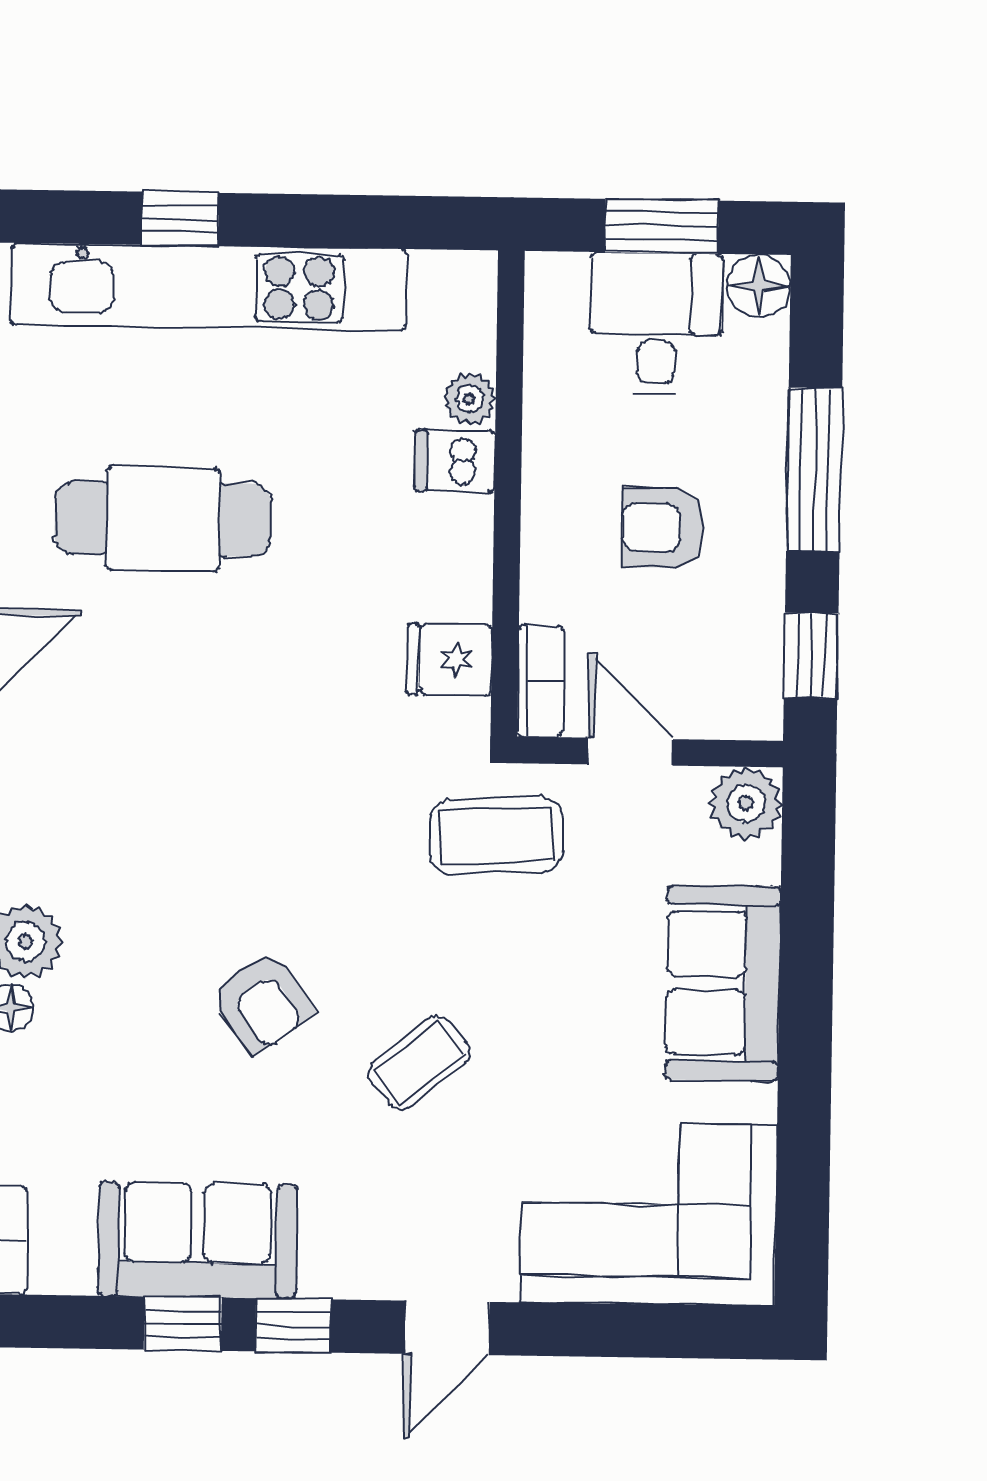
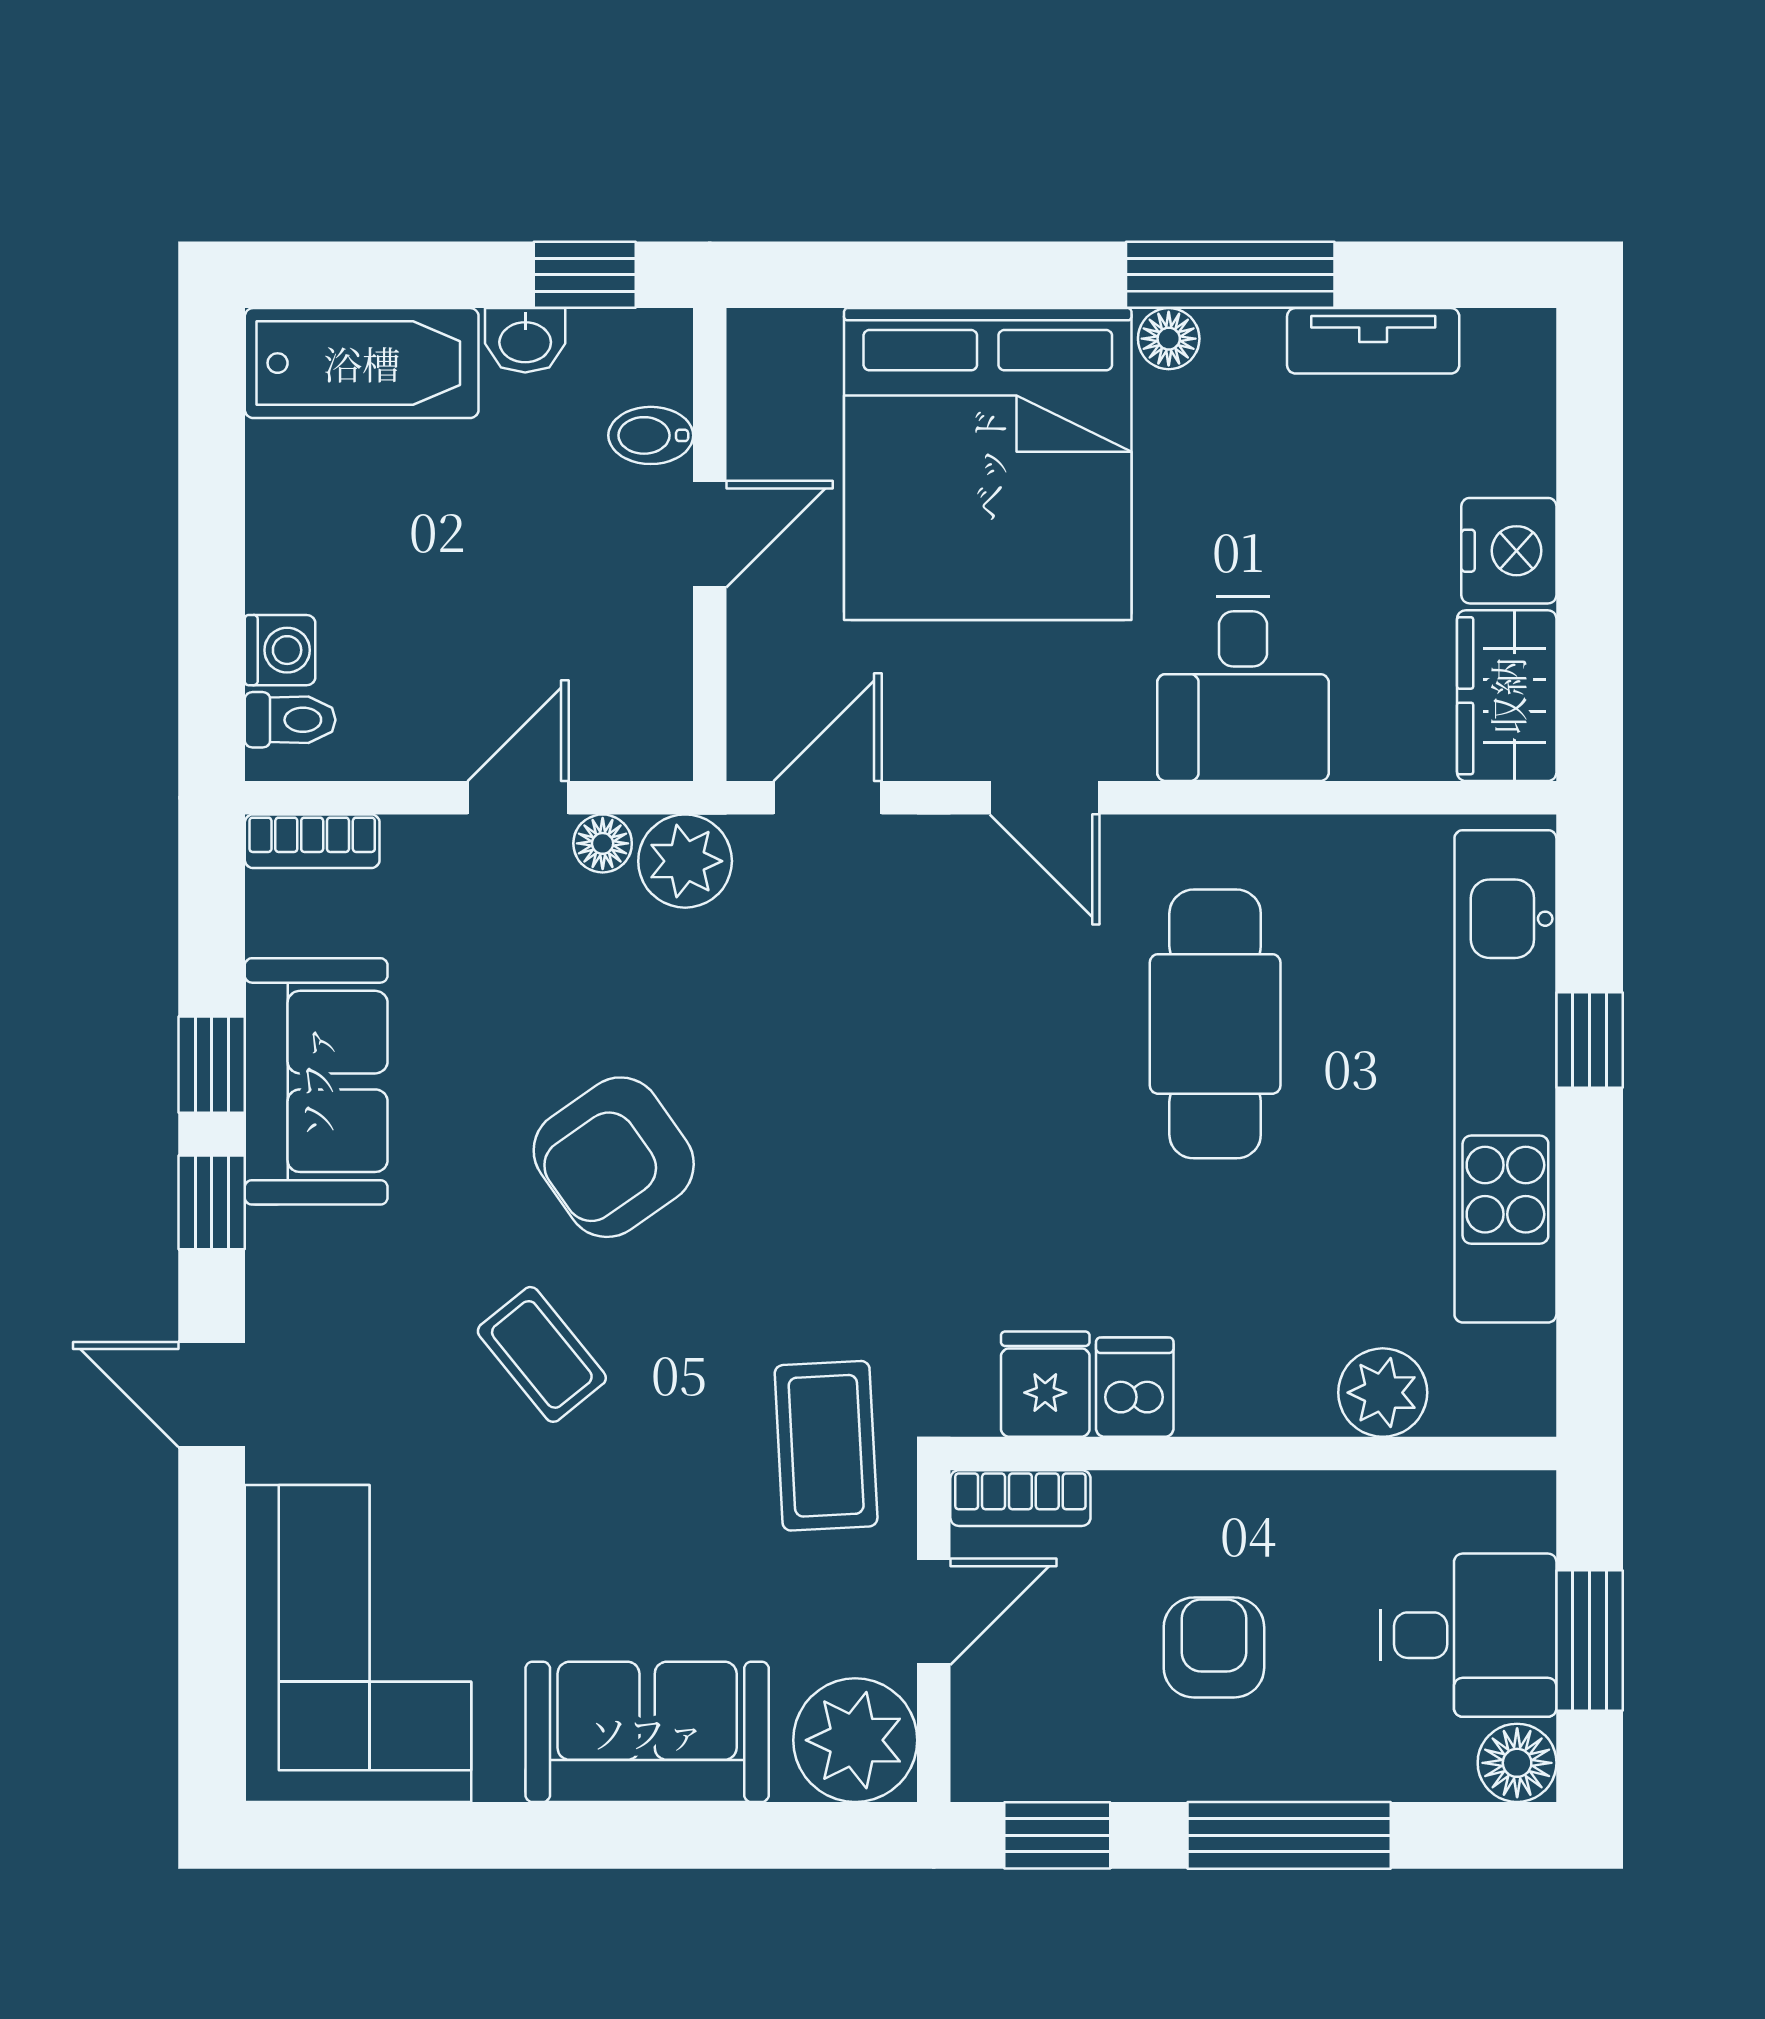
plant: (470, 399) -> (1383, 1393), width x1.38, depth x1.38
dishwasher: (455, 461) -> (1135, 1387), moved
plant: (746, 803) -> (855, 1740), width x1.36, depth x1.36
armchair: (262, 1003) -> (614, 1157), width x1.38, depth x1.38

